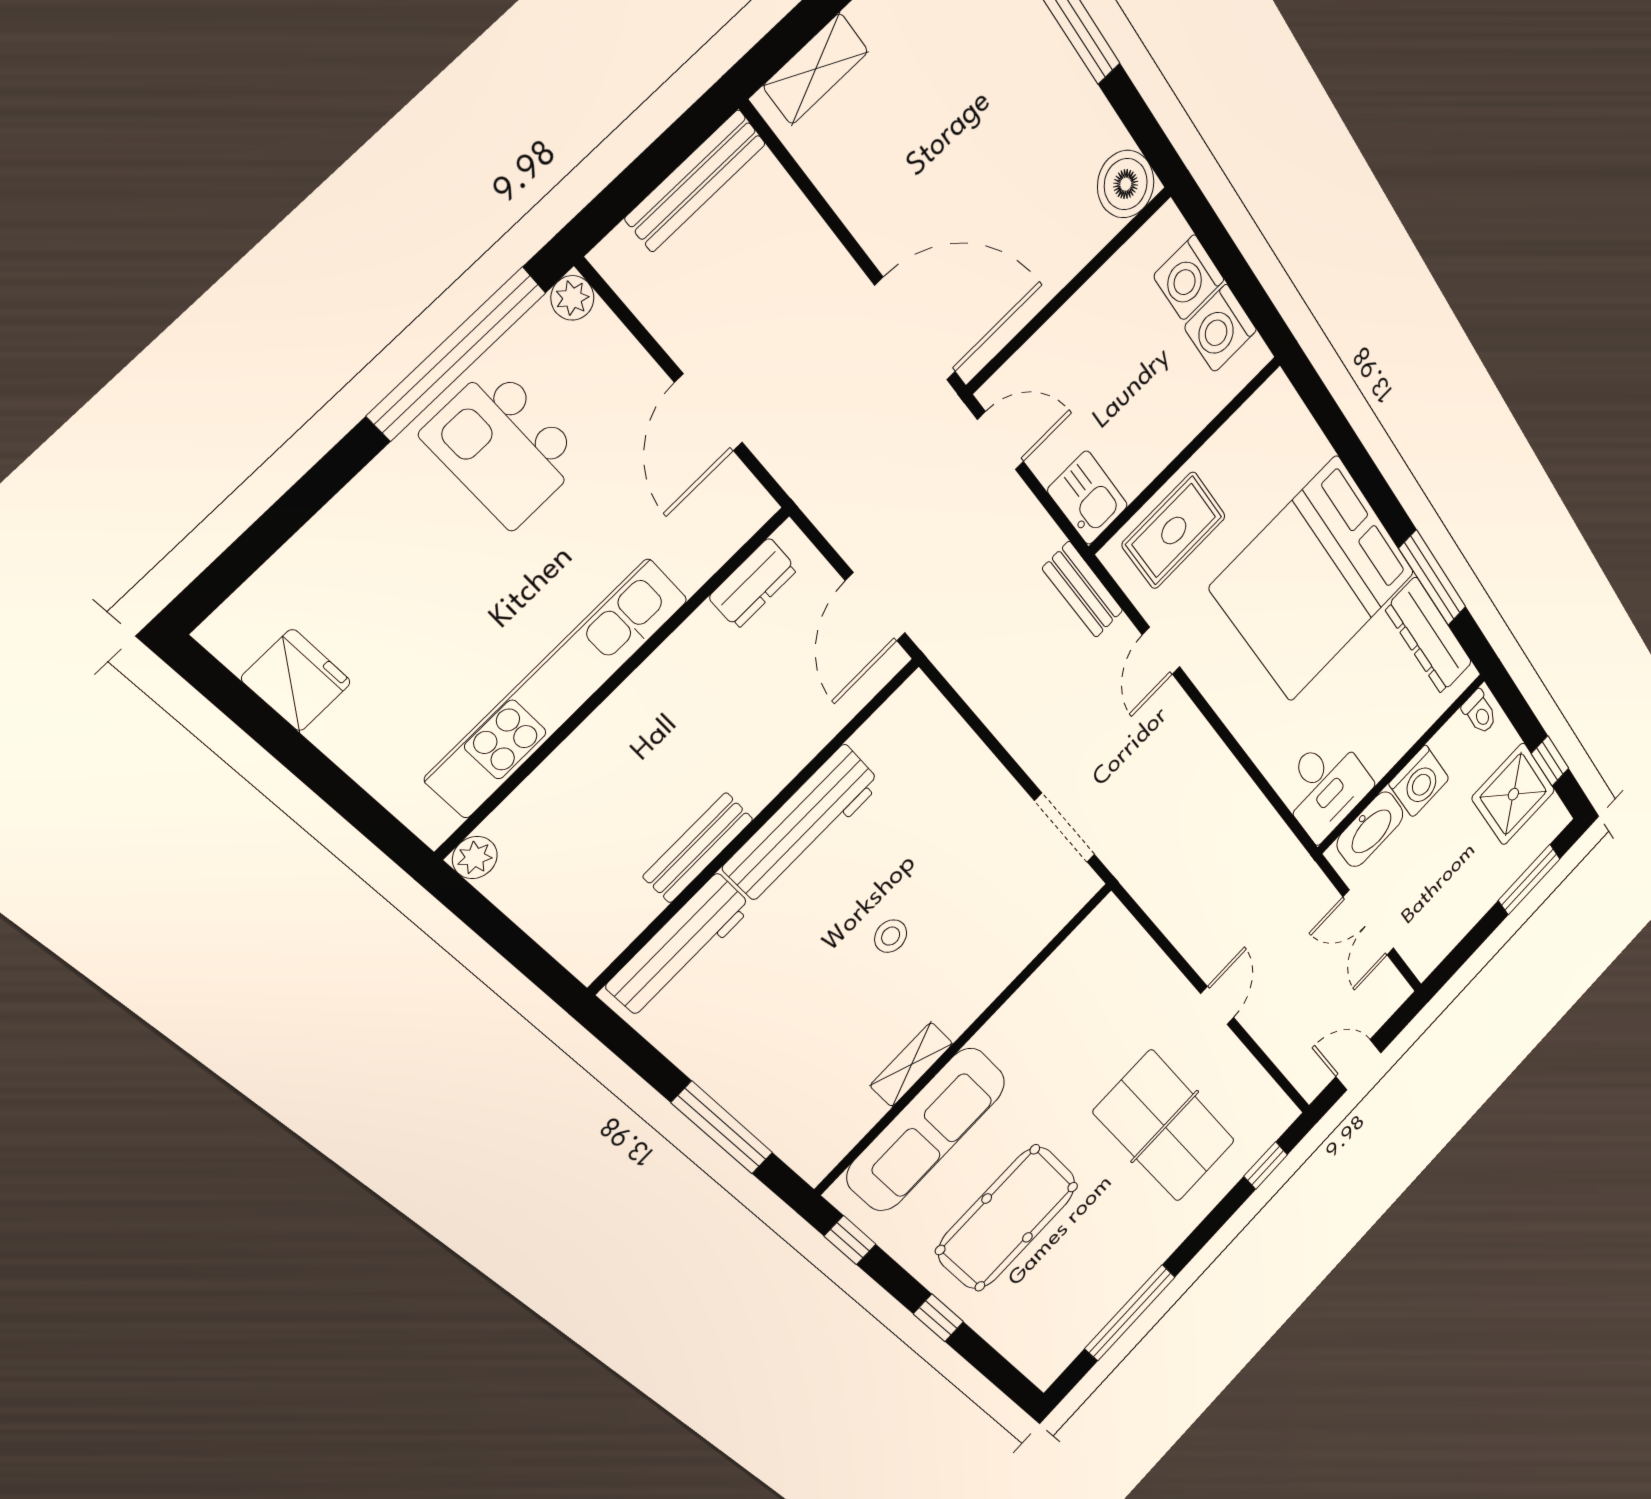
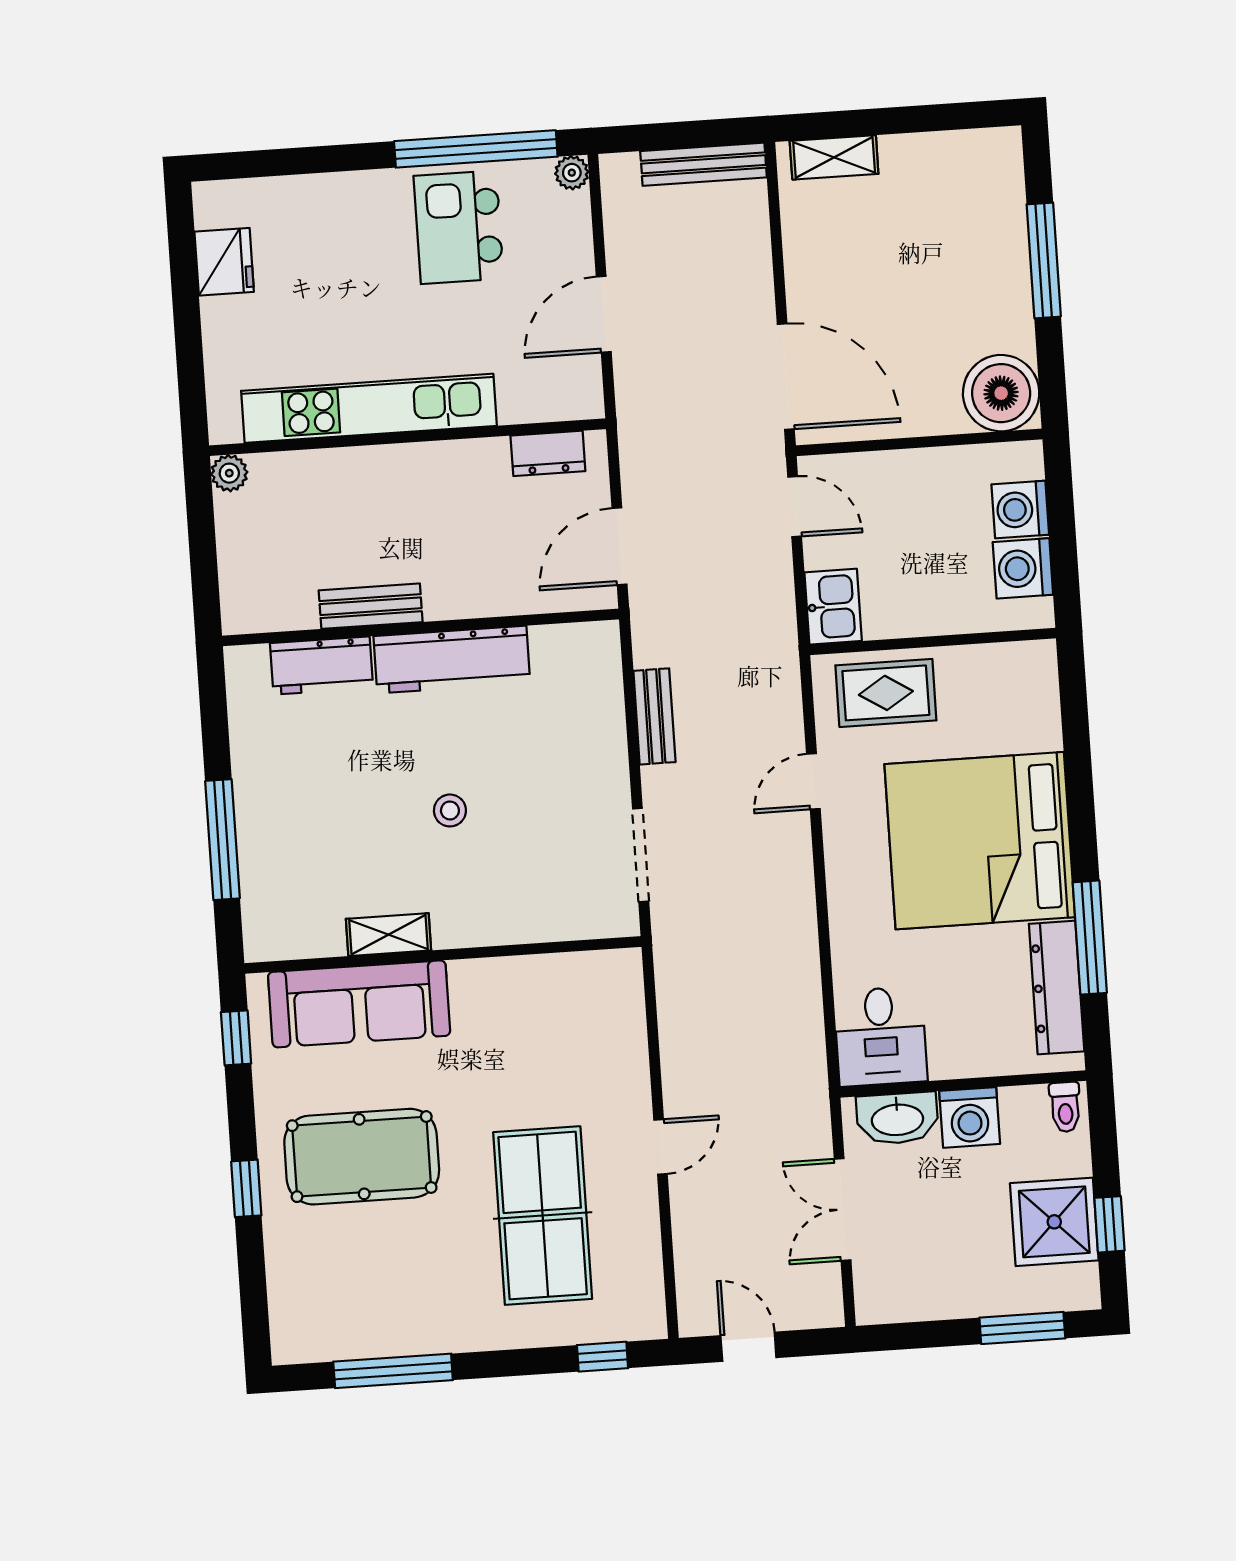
boiler: (1126, 184) -> (1001, 393), width x1.37, depth x1.37
bench: (1083, 590) -> (654, 716), moved
workbench: (679, 946) -> (322, 666), width x0.73

